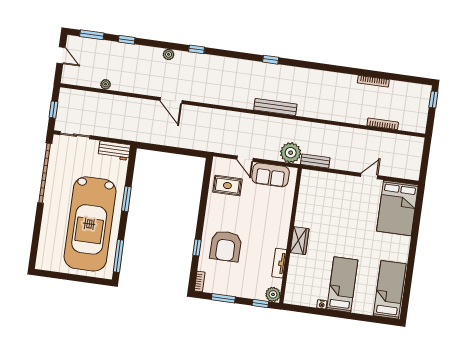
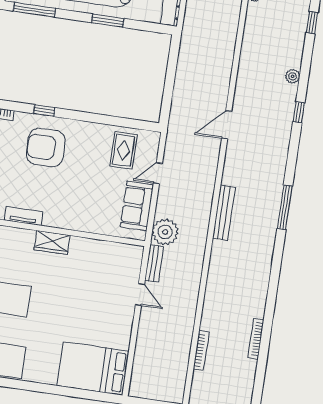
window: (271, 60) -> (285, 207), width x2.17
door: (171, 100) -> (227, 125), moved
door: (369, 176) -> (140, 295), moved

